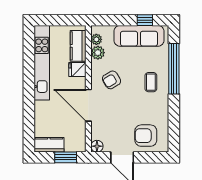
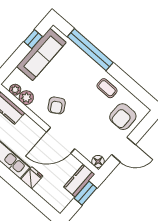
fridge: (77, 69) -> (32, 178), moved, turned 180
coffee table: (151, 82) -> (107, 88), moved
kitchen counter: (49, 145) -> (79, 181), moved

